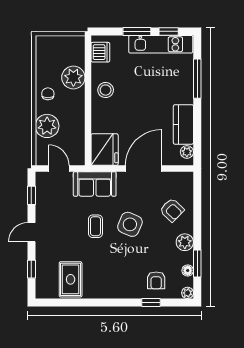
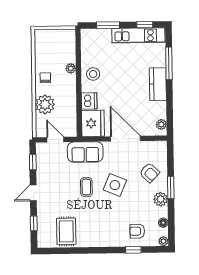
window: (137, 31) -> (108, 25), moved
dishwasher: (100, 52) -> (89, 101), moved
plant: (73, 77) -> (71, 68), width x0.53, depth x0.53
kitchen counter: (183, 124) -> (158, 84), moved
door: (143, 169) -> (125, 139), hinge flipped
window: (197, 263) -> (171, 187), moved
armchair: (156, 280) -> (137, 231), turned 90

